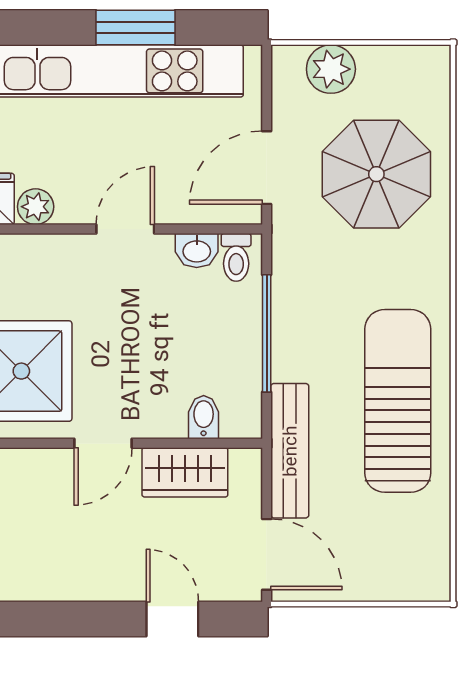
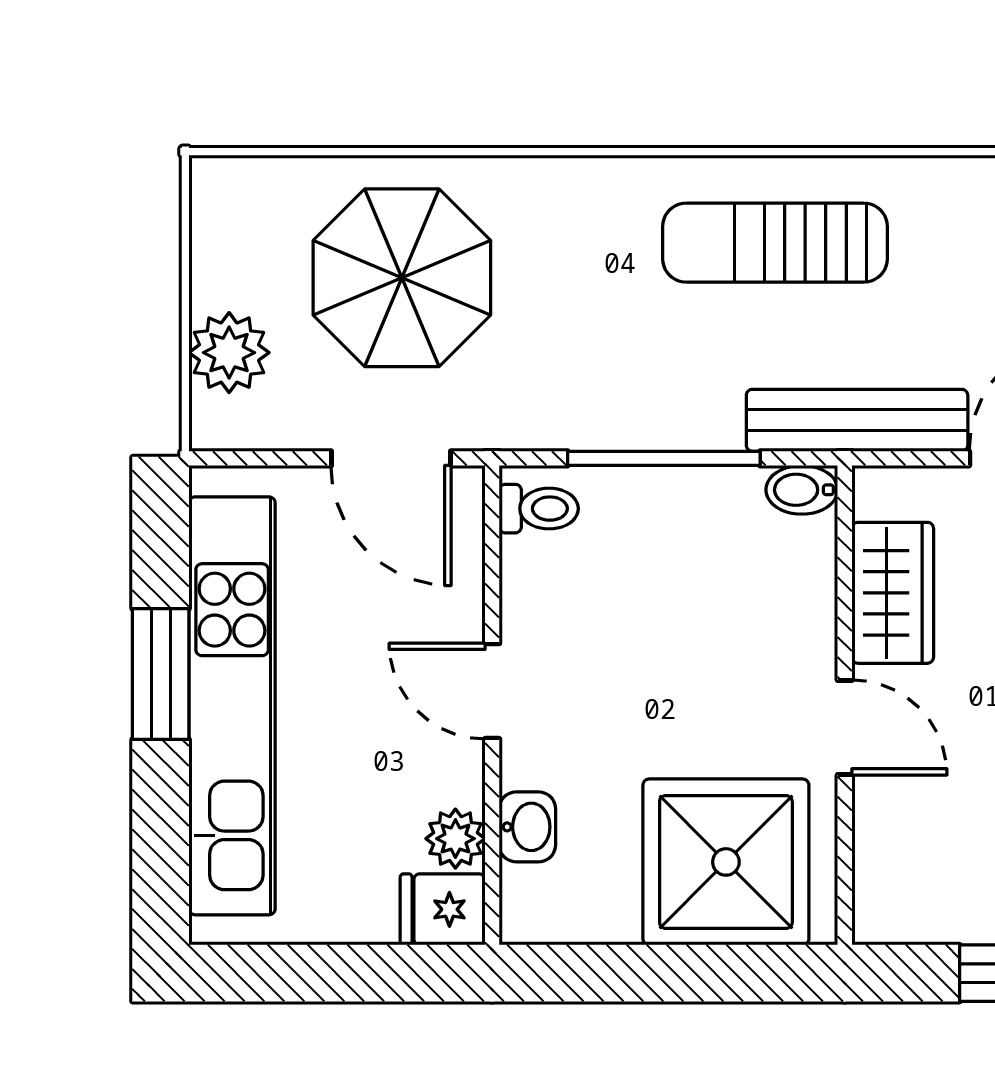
washbasin: (197, 250) -> (527, 827), moved
sun lounger: (398, 401) -> (775, 243), width x0.73, depth x0.75
bidet: (204, 417) -> (802, 490), moved

